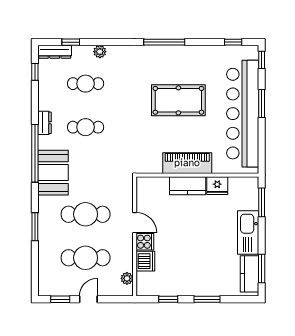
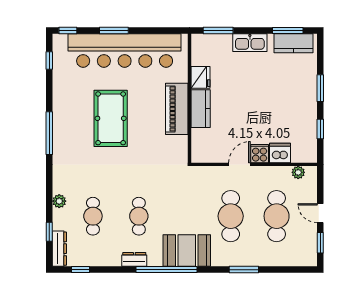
kitchen sink: (248, 232) -> (250, 43), width x0.73, depth x0.81

